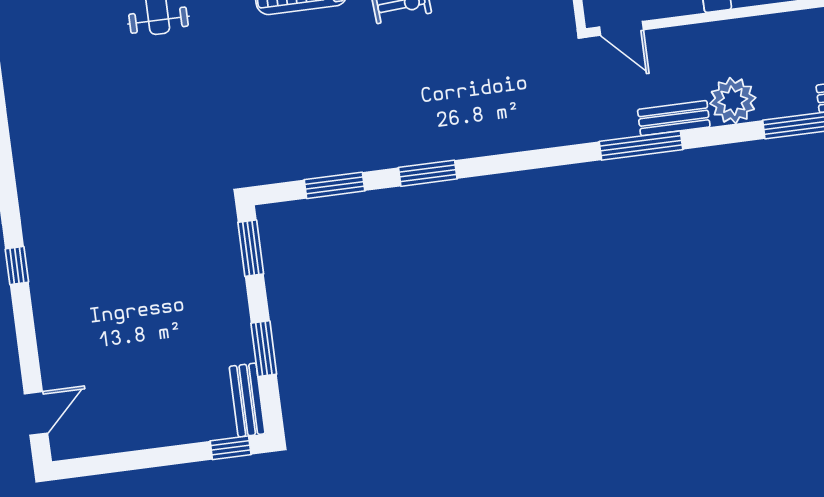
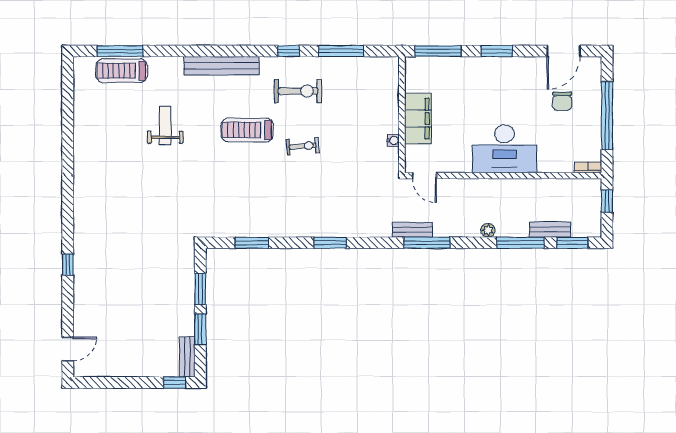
plant: (733, 101) -> (488, 230), width x0.53, depth x0.53
bench: (674, 118) -> (413, 230), moved
window: (428, 173) -> (330, 243), moved
window: (251, 248) -> (200, 289), moved

